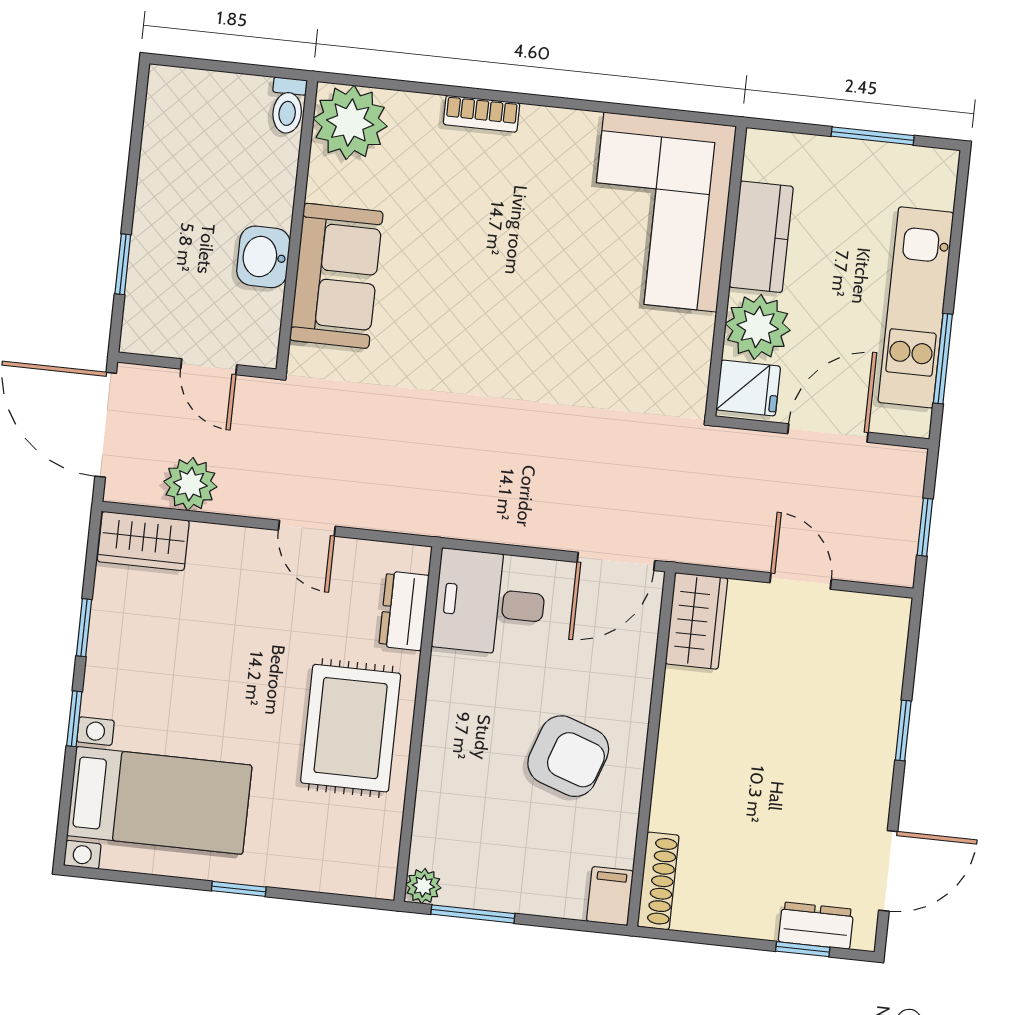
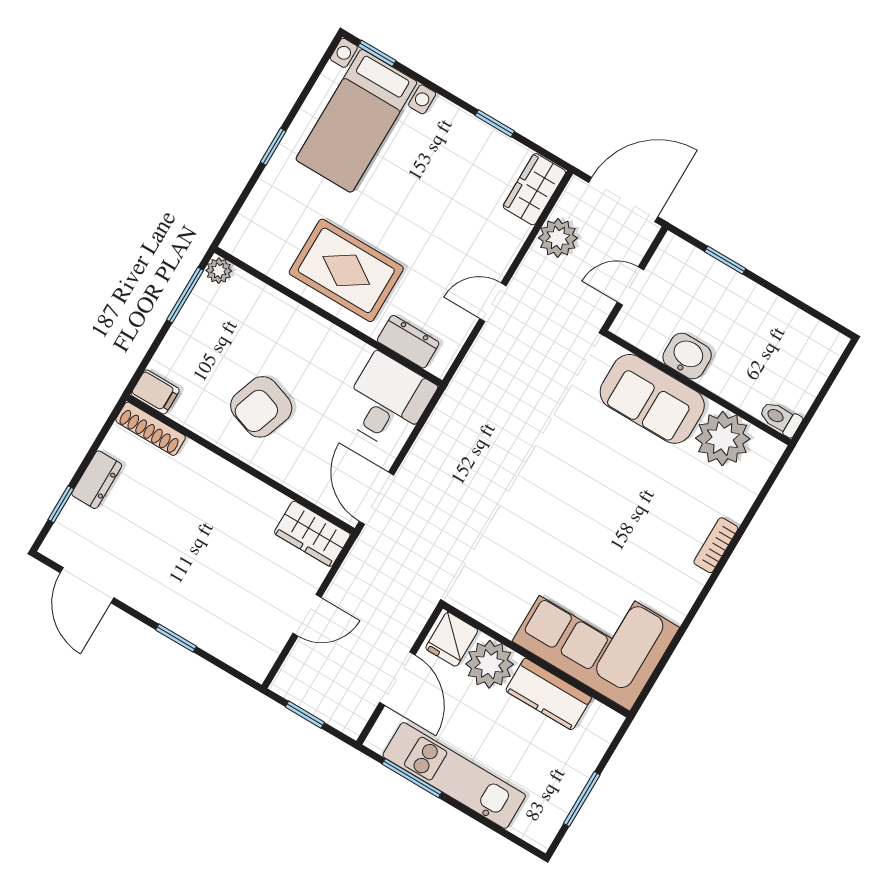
plant: (350, 122) -> (723, 439), moved
window: (74, 719) -> (377, 53), moved
dresser: (816, 926) -> (97, 480), moved

